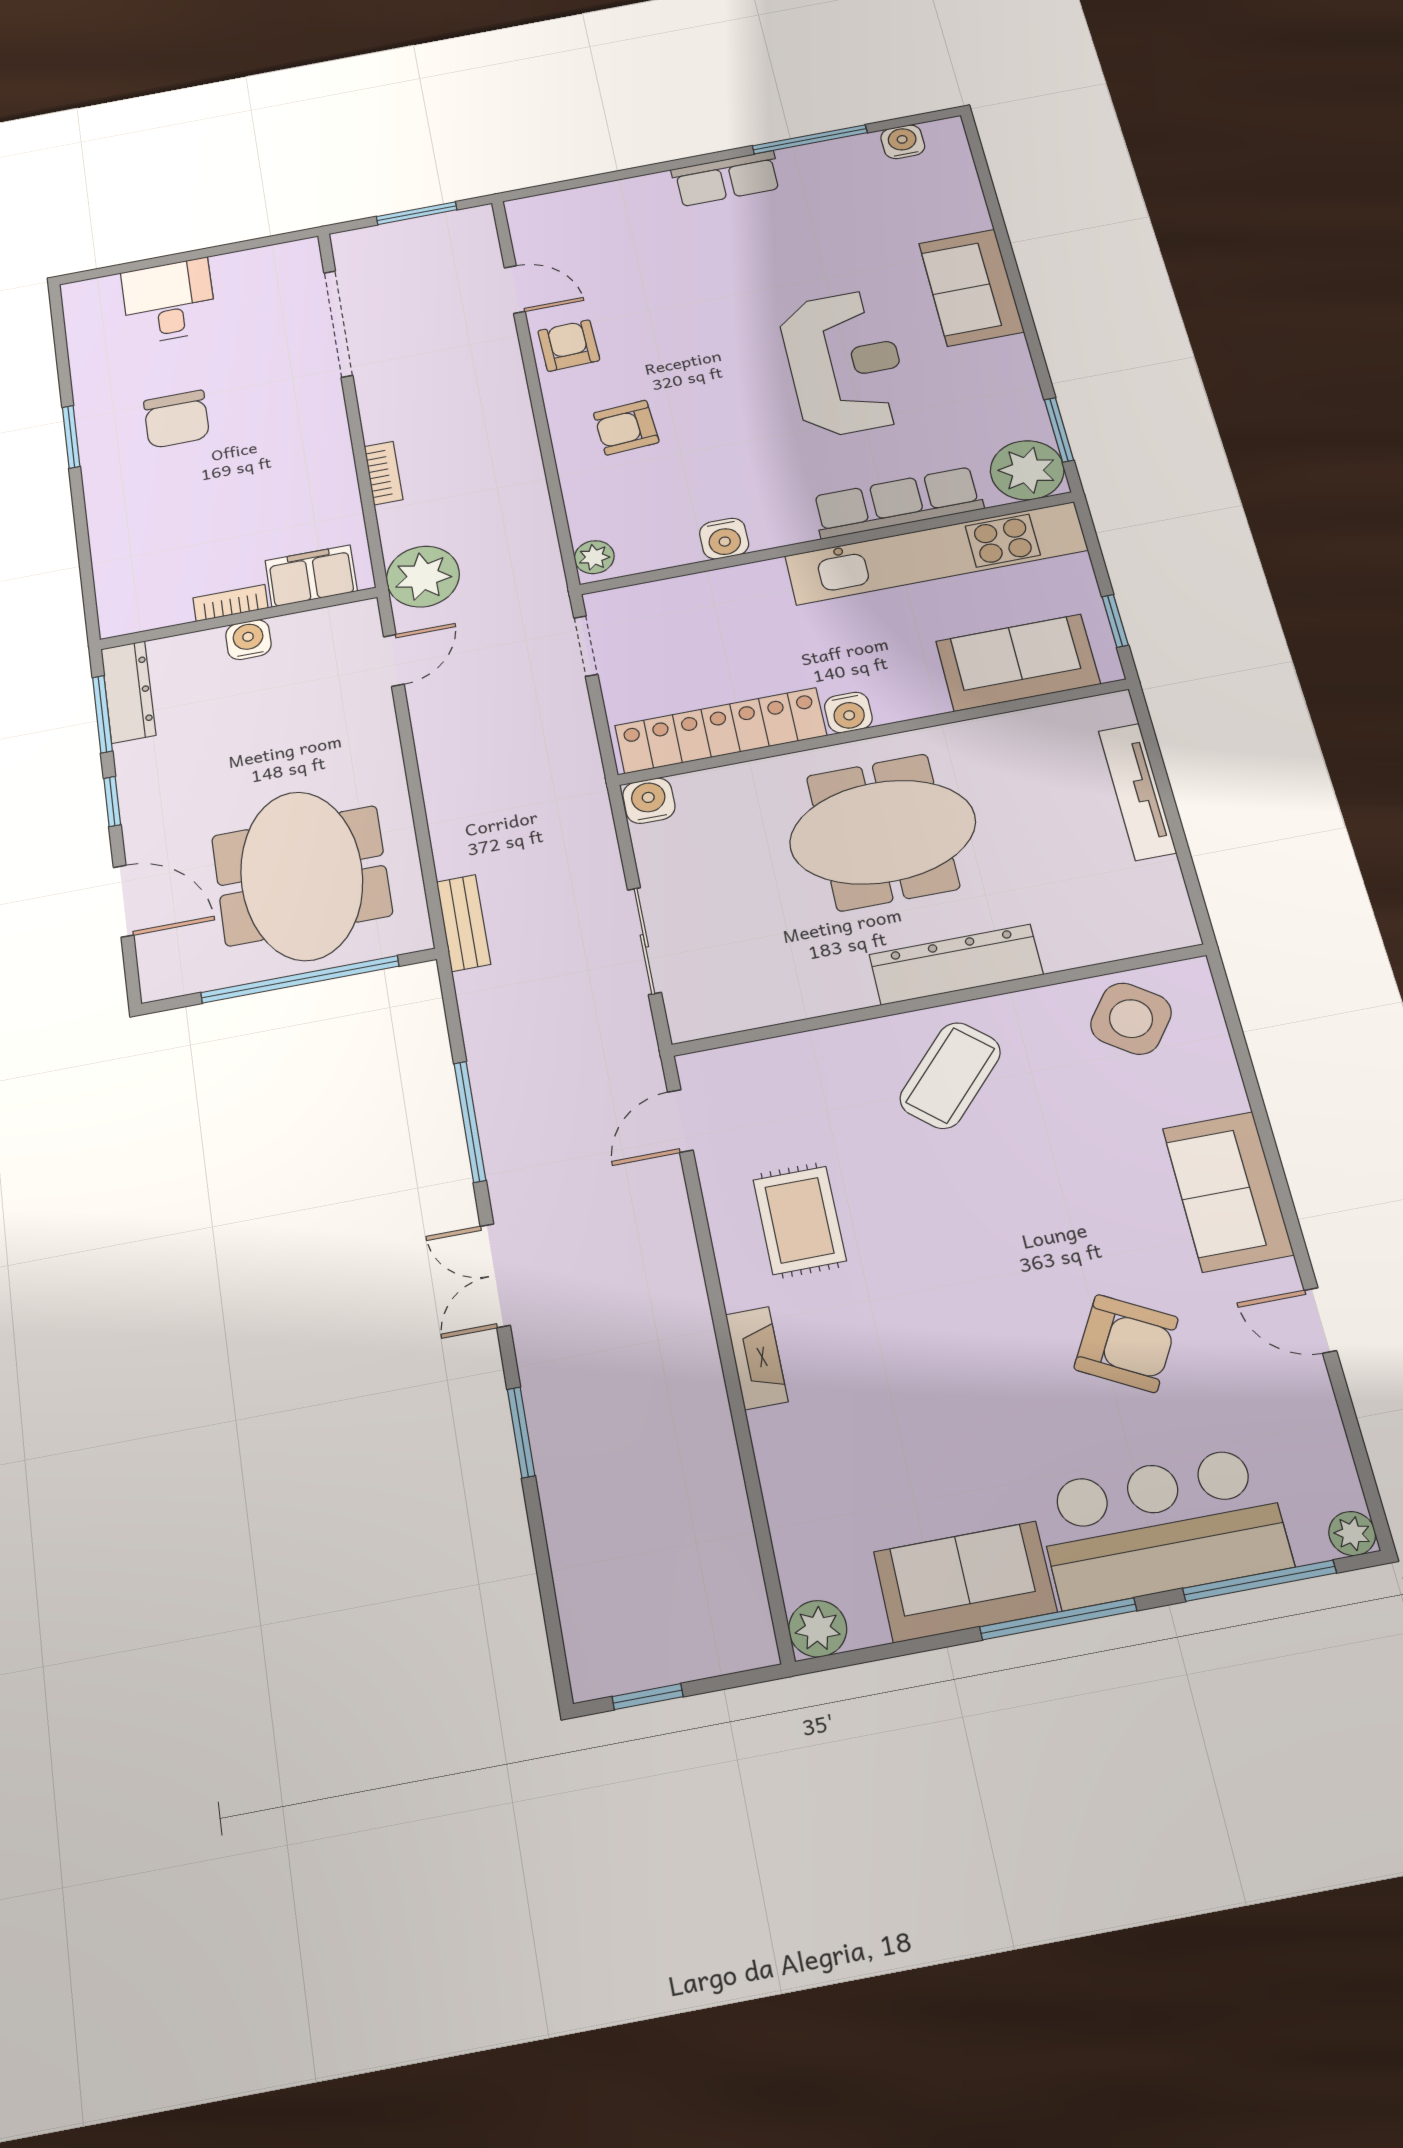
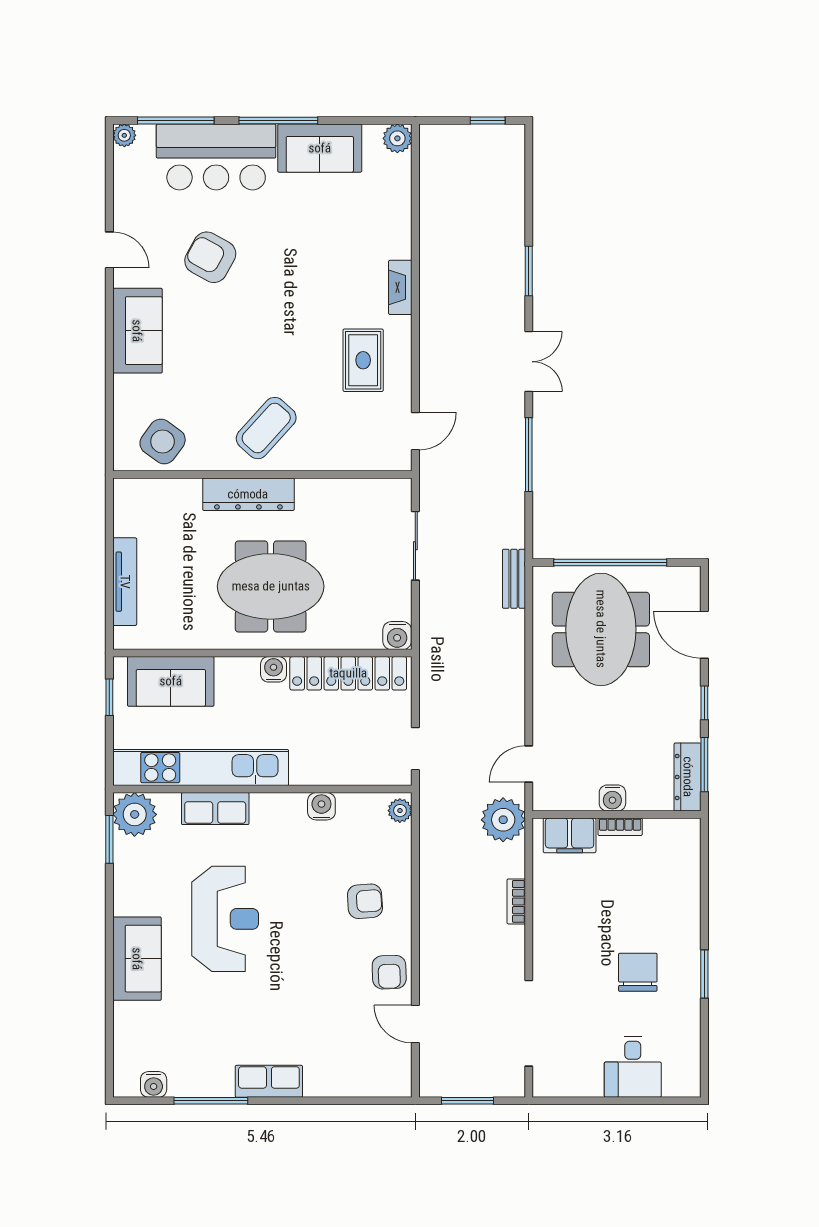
reception desk: (844, 363) -> (225, 919), turned 180
row of seats: (897, 503) -> (215, 809), width x0.68

